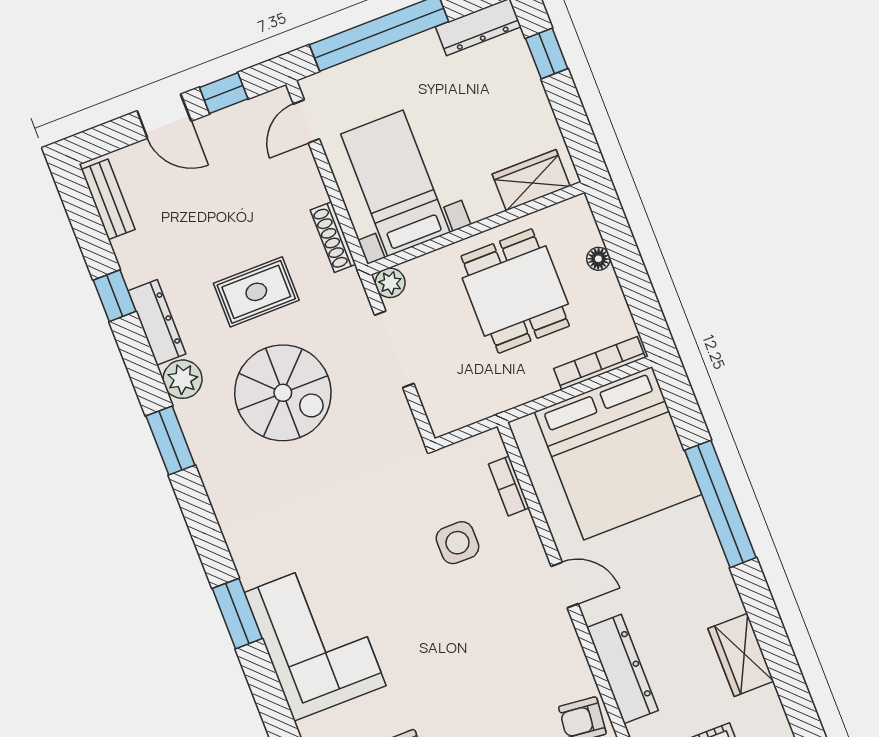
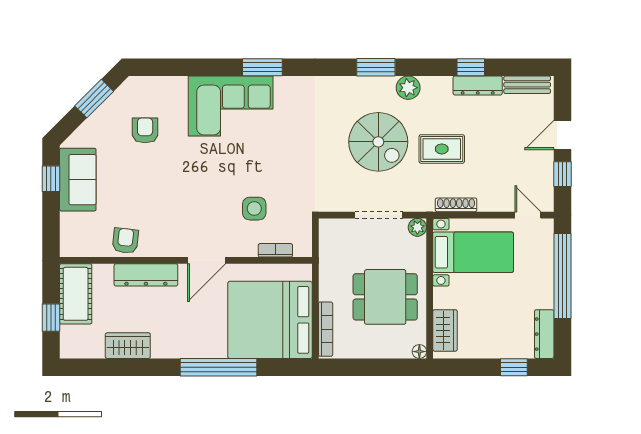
floor lamp: (598, 259) -> (419, 352), moved
rug: (256, 292) -> (442, 149), turned 90
dresser: (157, 322) -> (478, 85), moved
spiral stairs: (283, 393) -> (378, 142), turned -90
door: (565, 585) -> (207, 260), width x1.38

